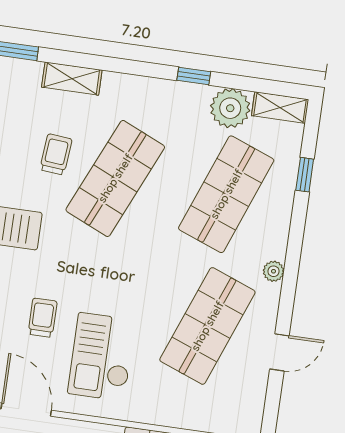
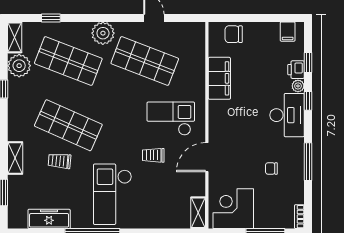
plant: (273, 271) -> (103, 33), width x1.88, depth x1.88
checkout: (102, 357) -> (171, 119), turned 180

